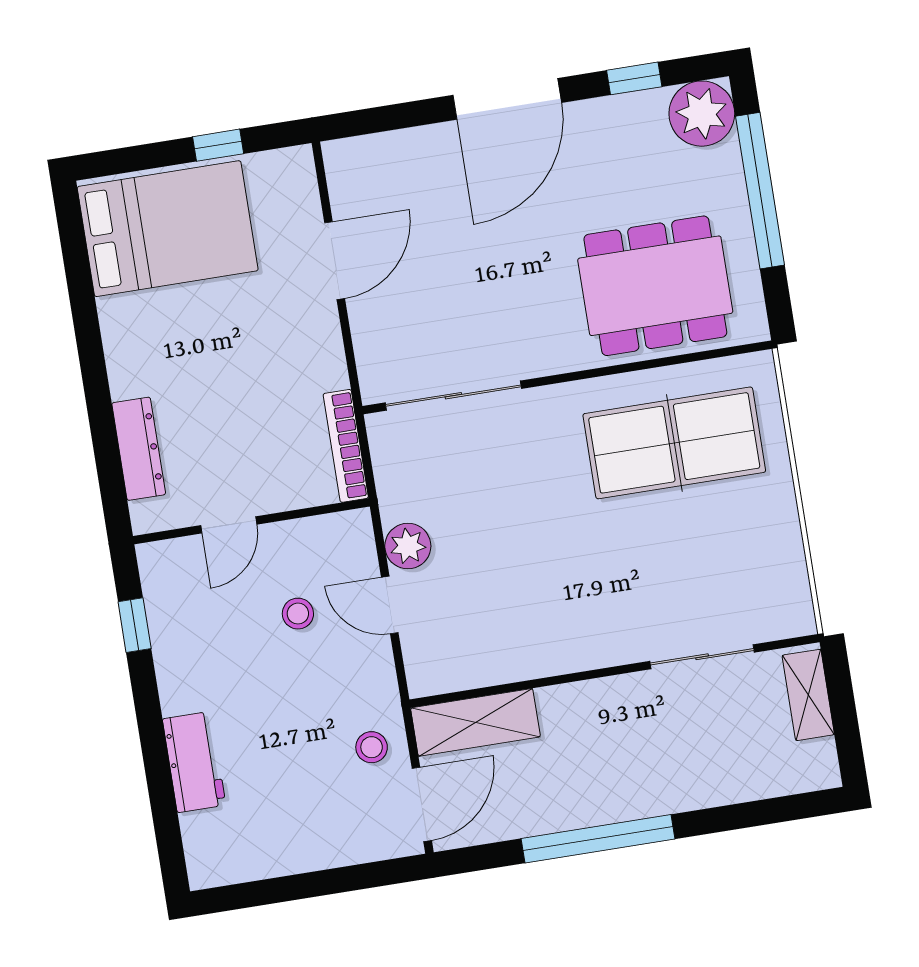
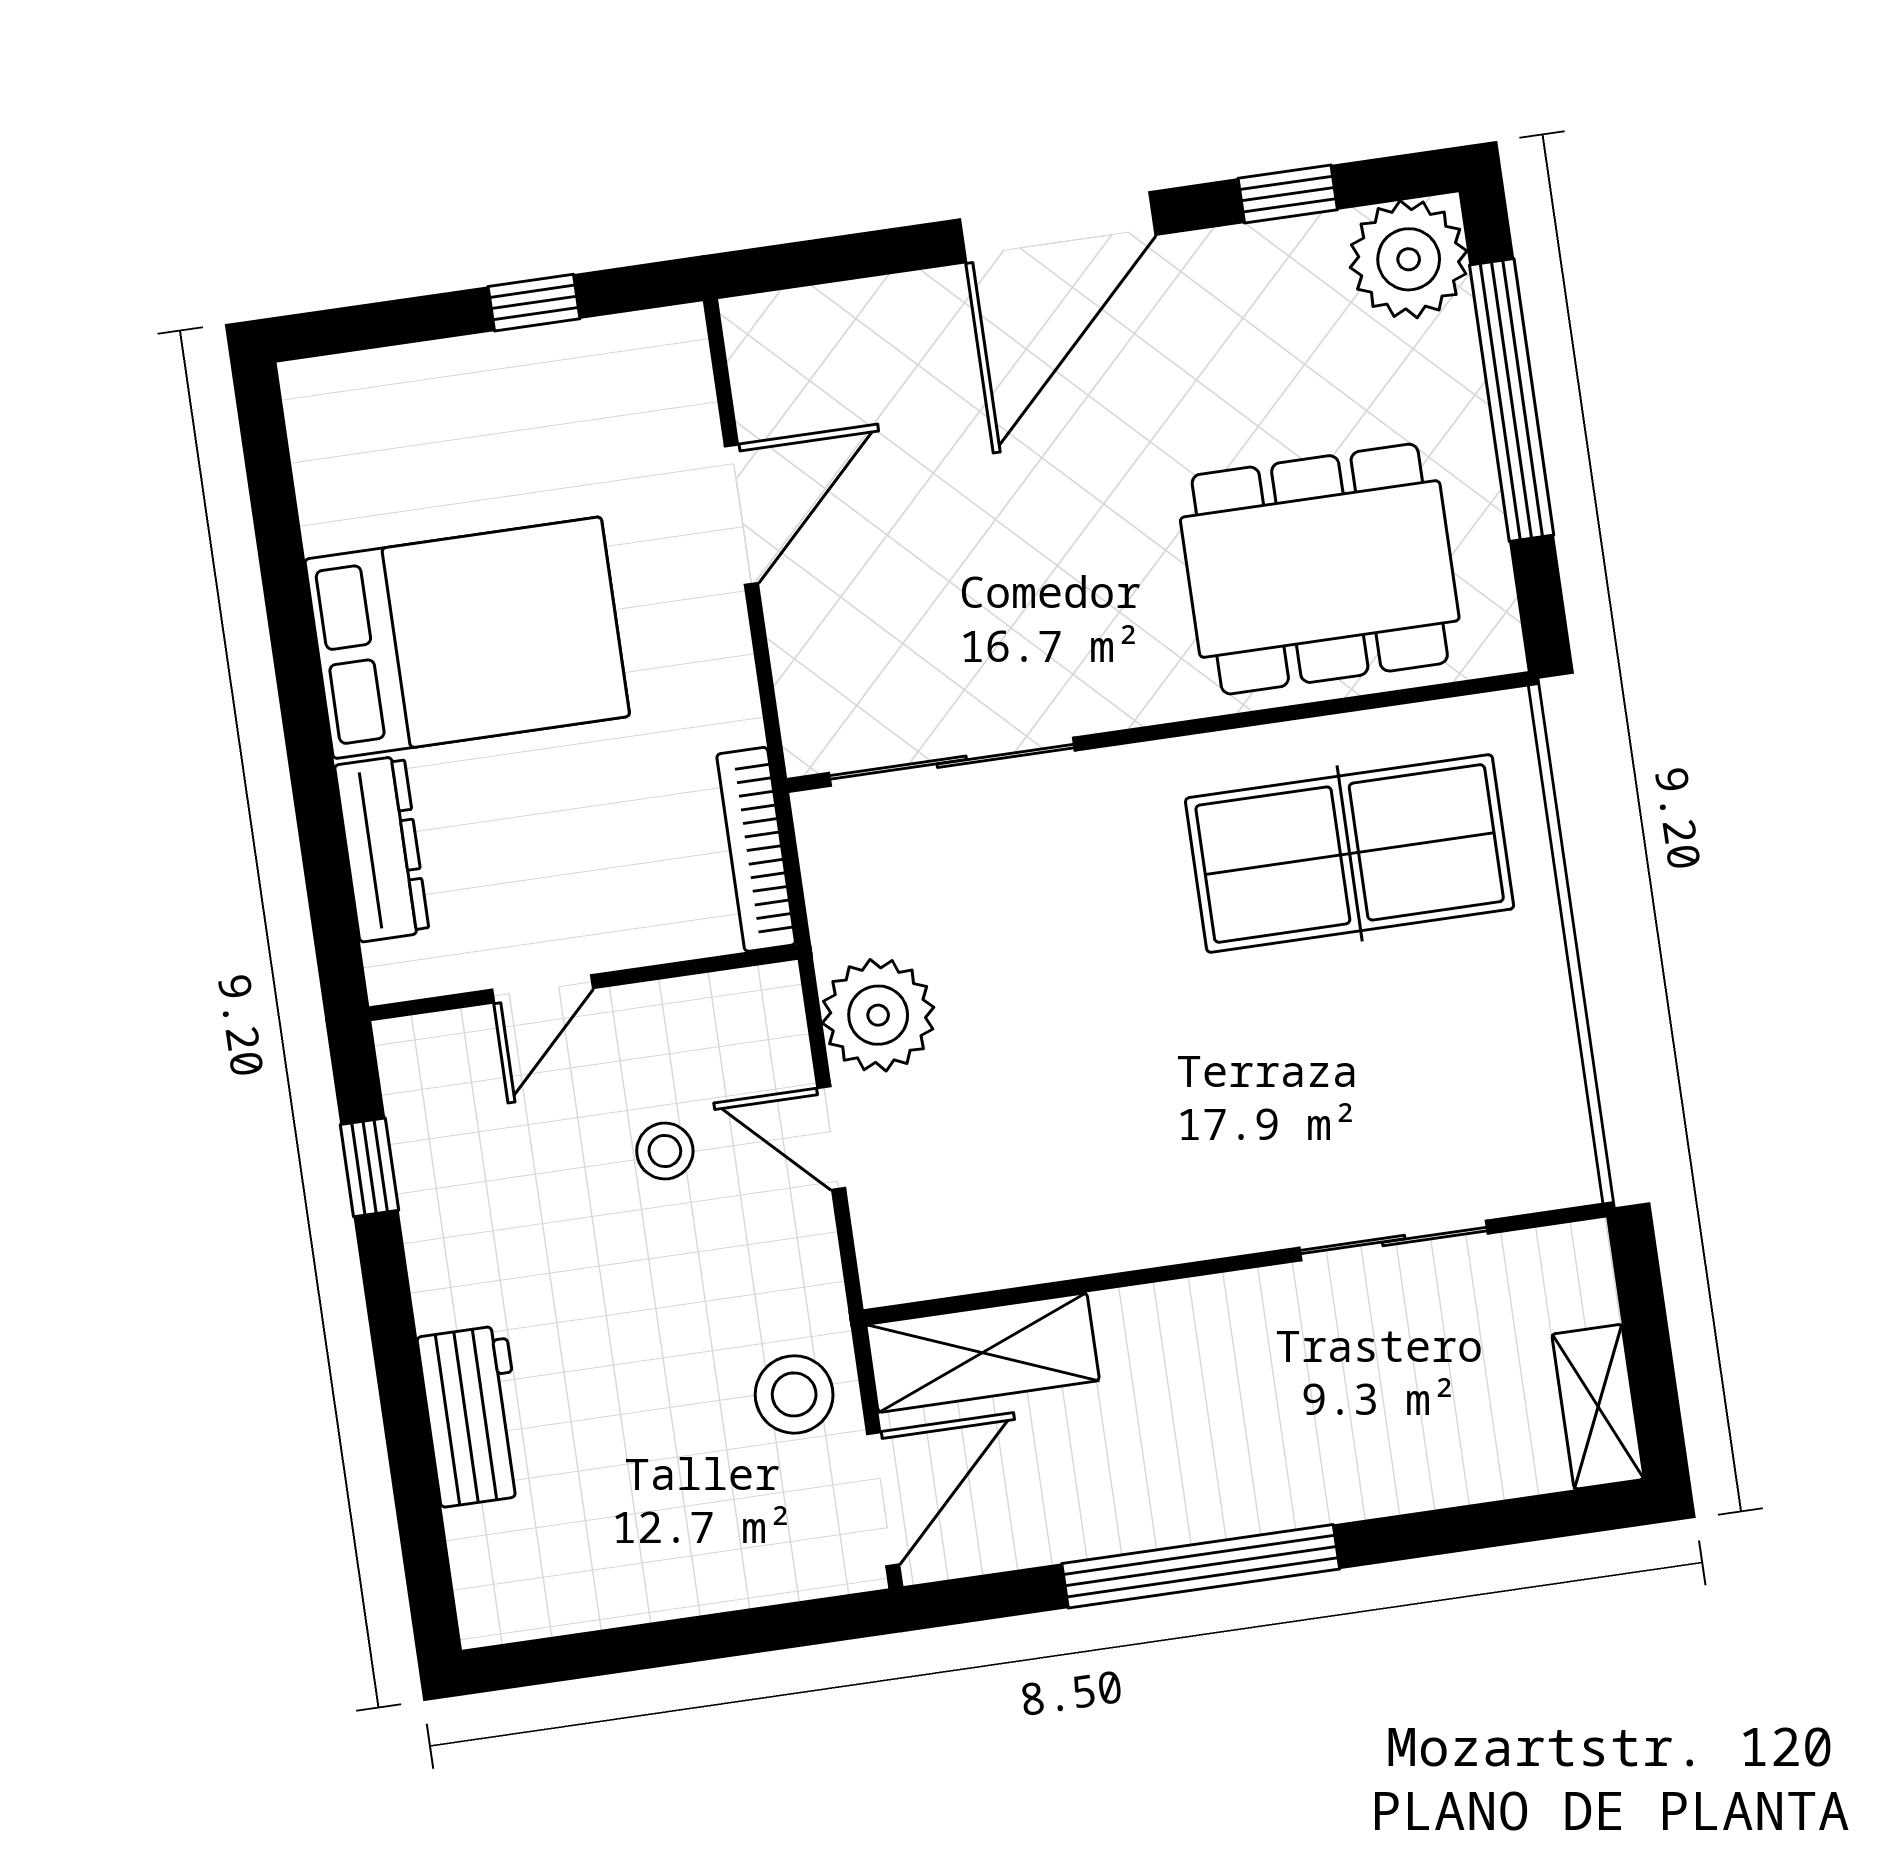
bed: (168, 229) -> (467, 638), moved
plant: (408, 546) -> (878, 1015), width x1.36, depth x1.36
shelving: (808, 695) -> (1598, 1407), moved
stool: (372, 747) -> (794, 1394), width x1.37, depth x1.37

